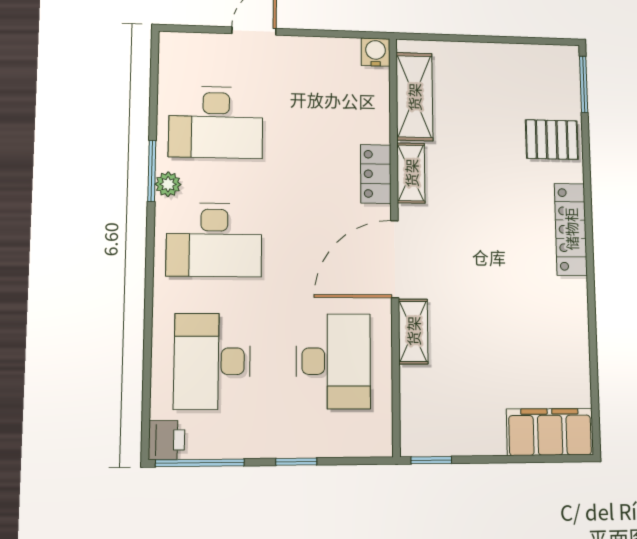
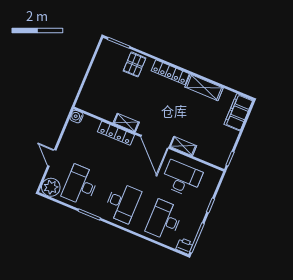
shelving: (414, 97) -> (204, 87), moved
desk: (216, 122) -> (80, 185), turned 180
locker: (376, 174) -> (116, 133), width x1.53
plant: (168, 184) -> (51, 187), moved, width x1.88, depth x1.88
desk: (212, 361) -> (164, 220), turned 90

